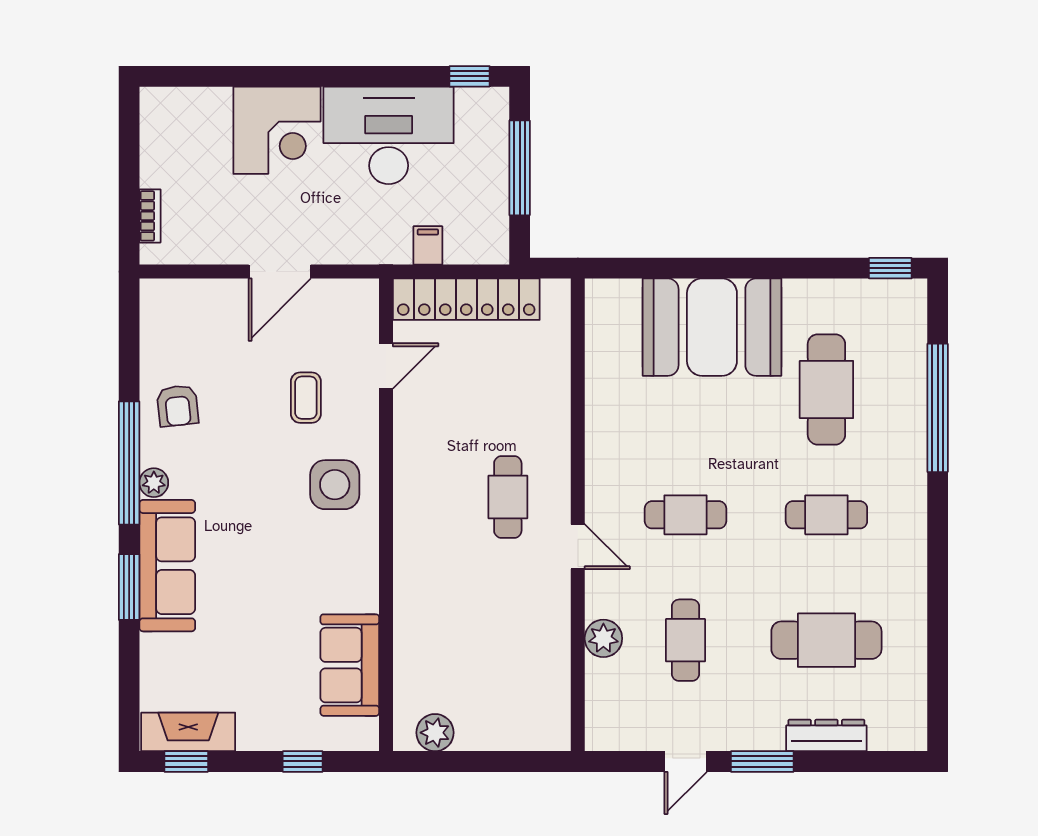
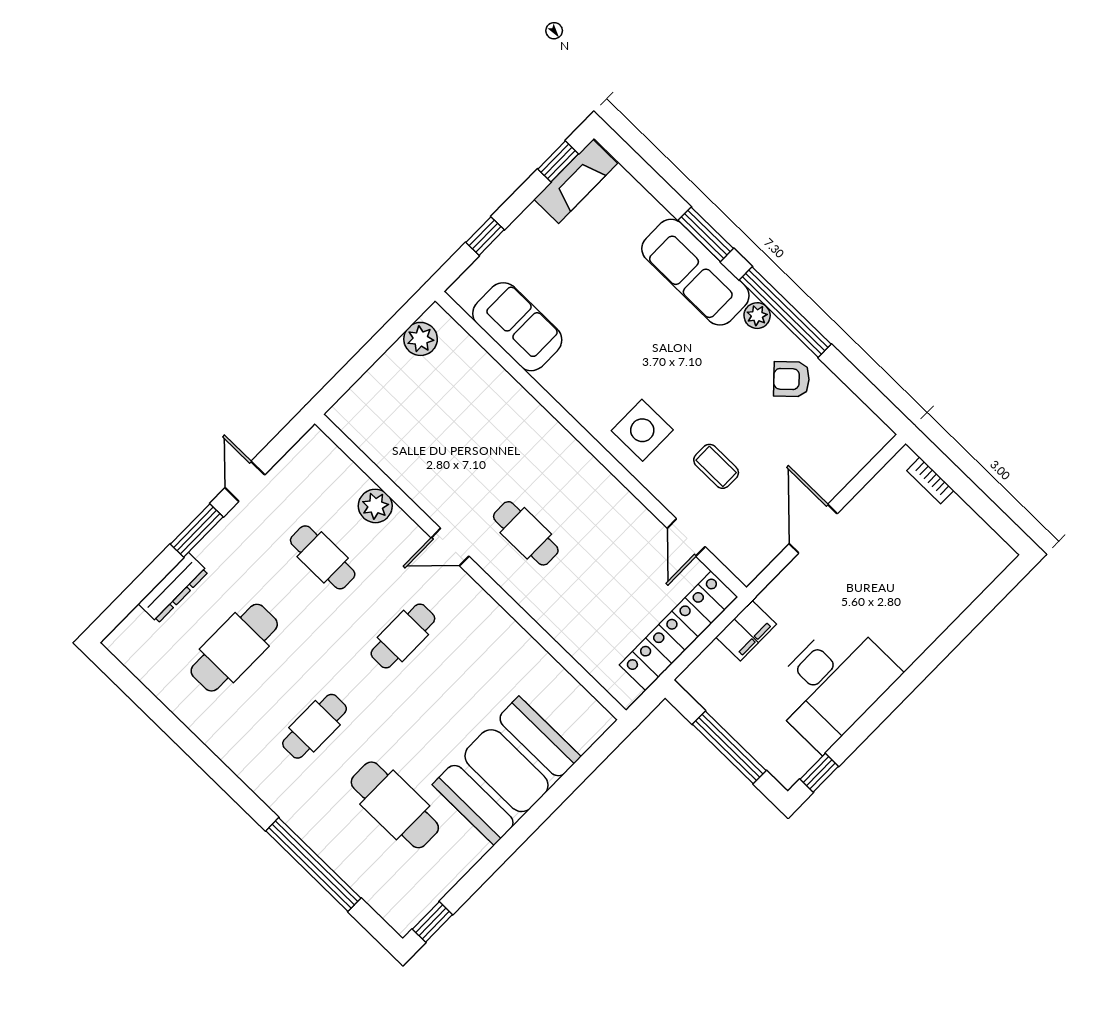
corner desk: (277, 130) -> (905, 616), removed
filing cabinet: (428, 245) -> (746, 631), width x2.00
armchair: (178, 406) -> (791, 379), turned -37

